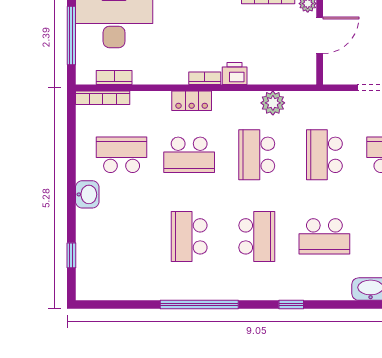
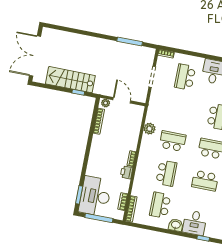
printer: (235, 73) -> (126, 172), moved
locker: (192, 101) -> (141, 167), removed
school desk: (257, 155) -> (173, 141), turned 180
school desk: (324, 155) -> (179, 109), removed
desk: (99, 232) -> (195, 223), added

